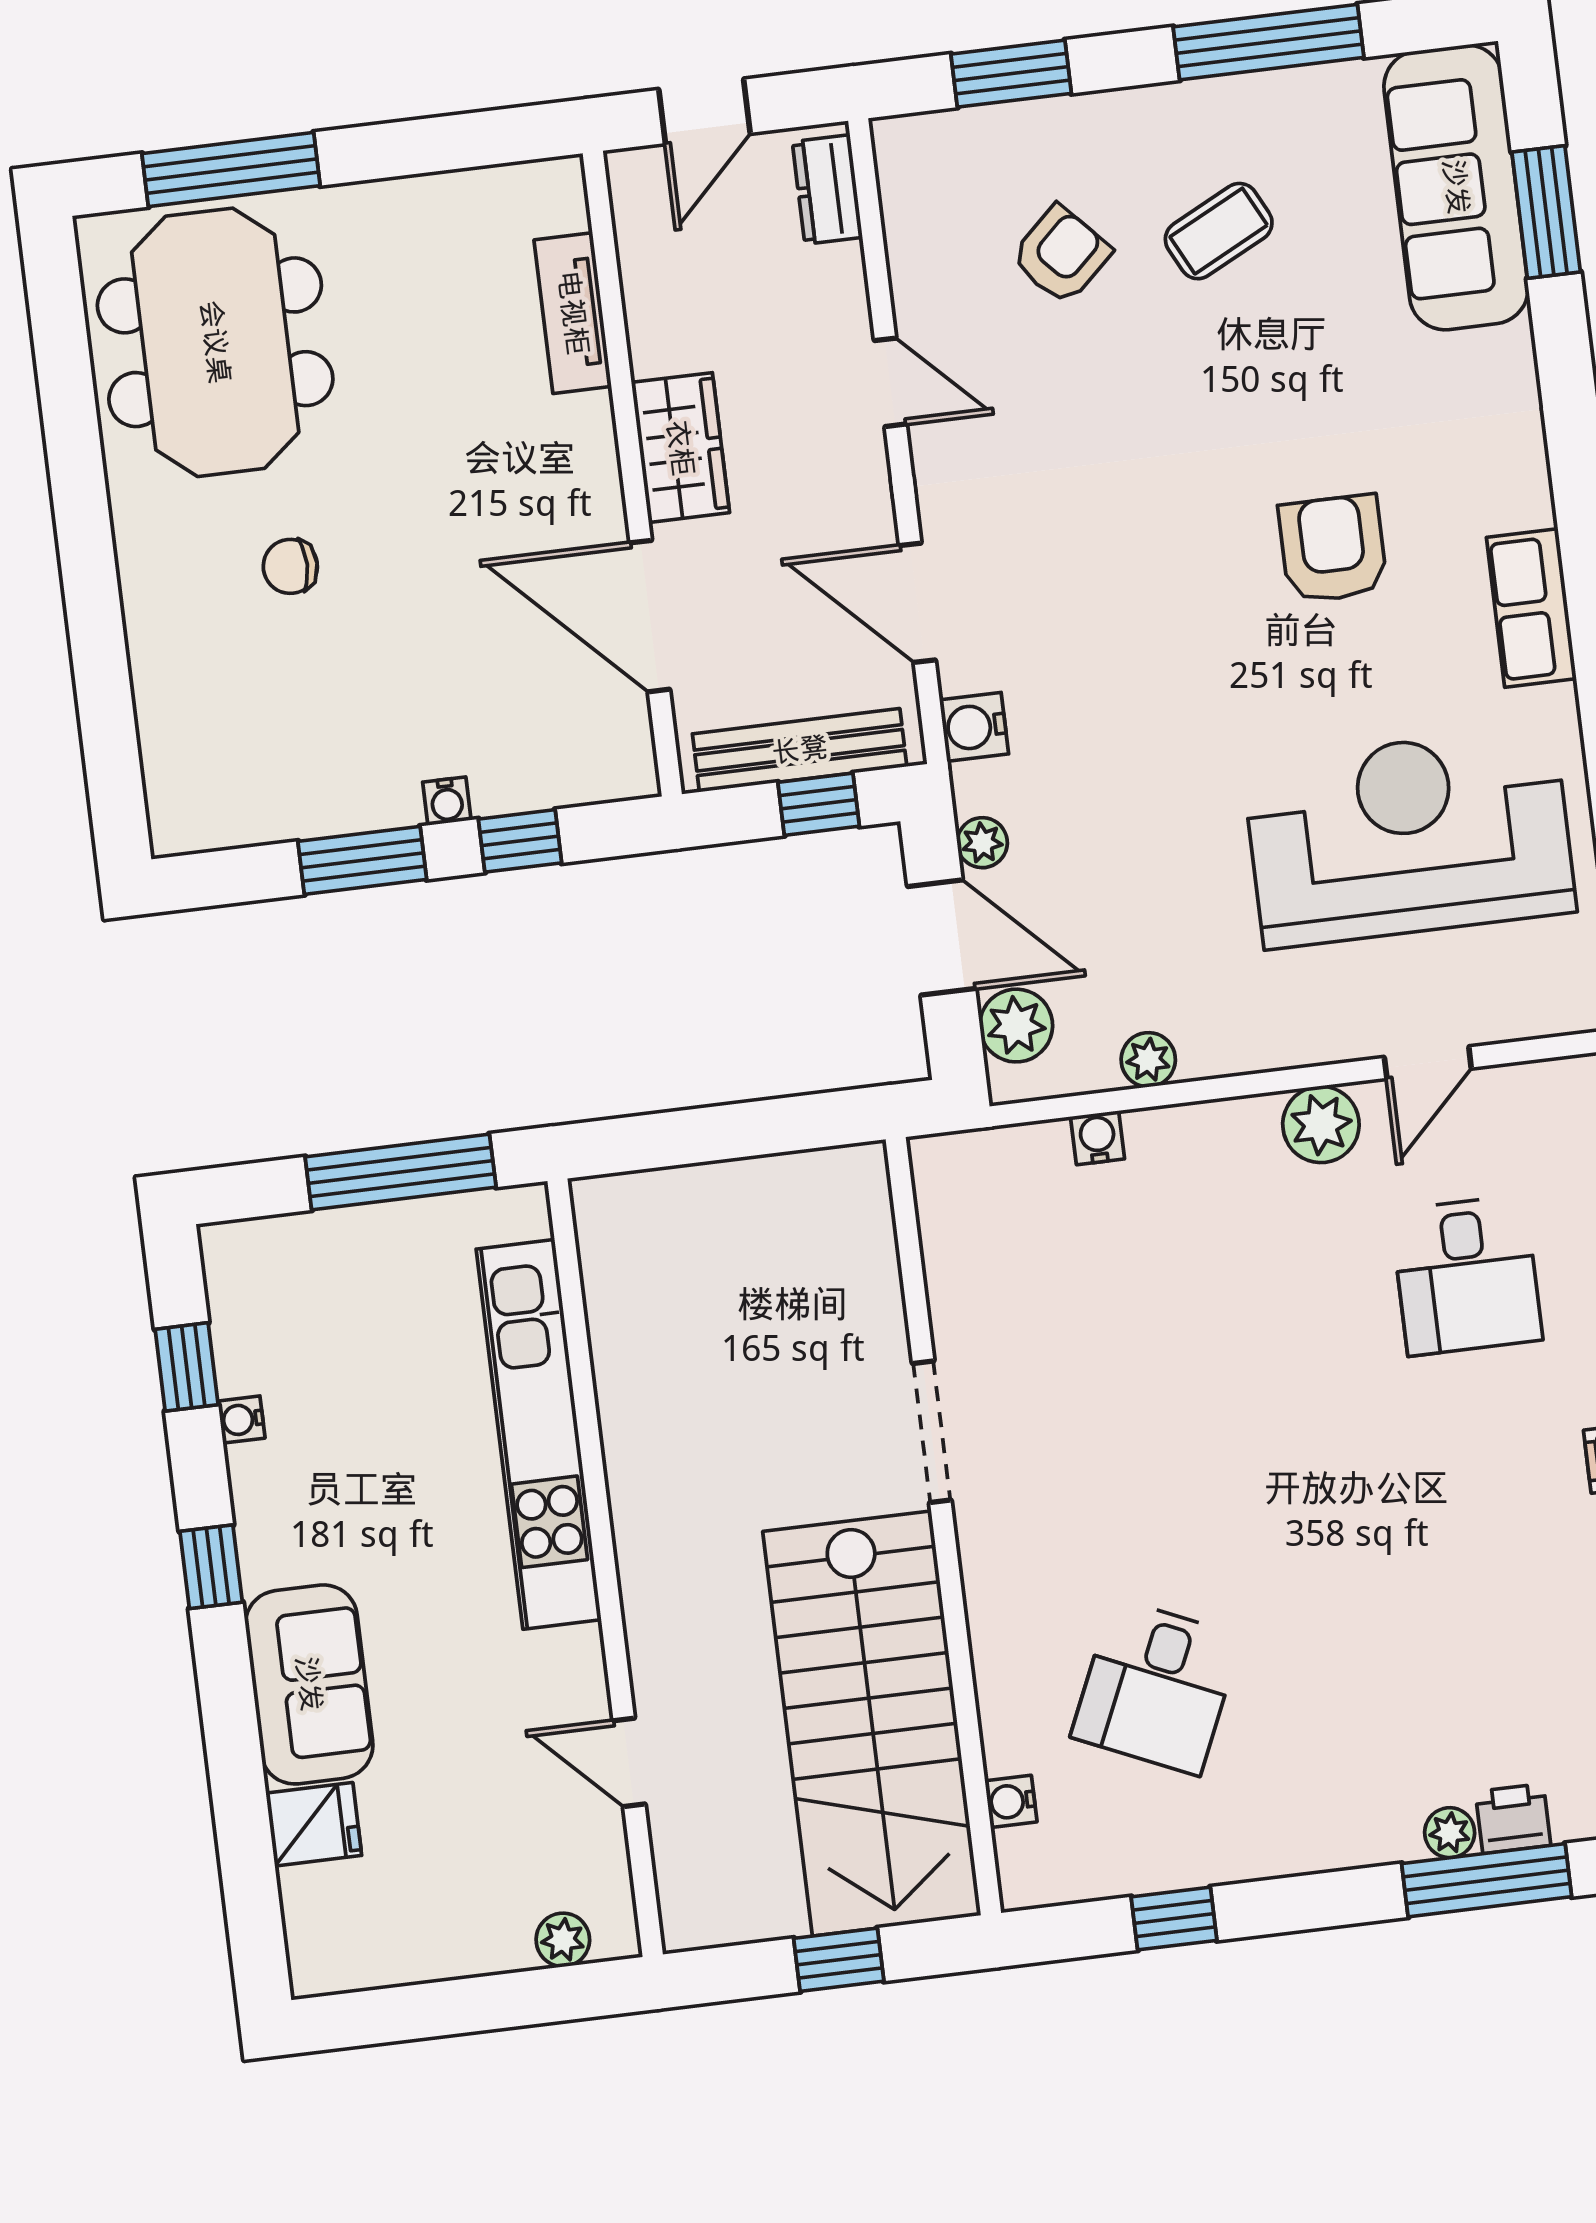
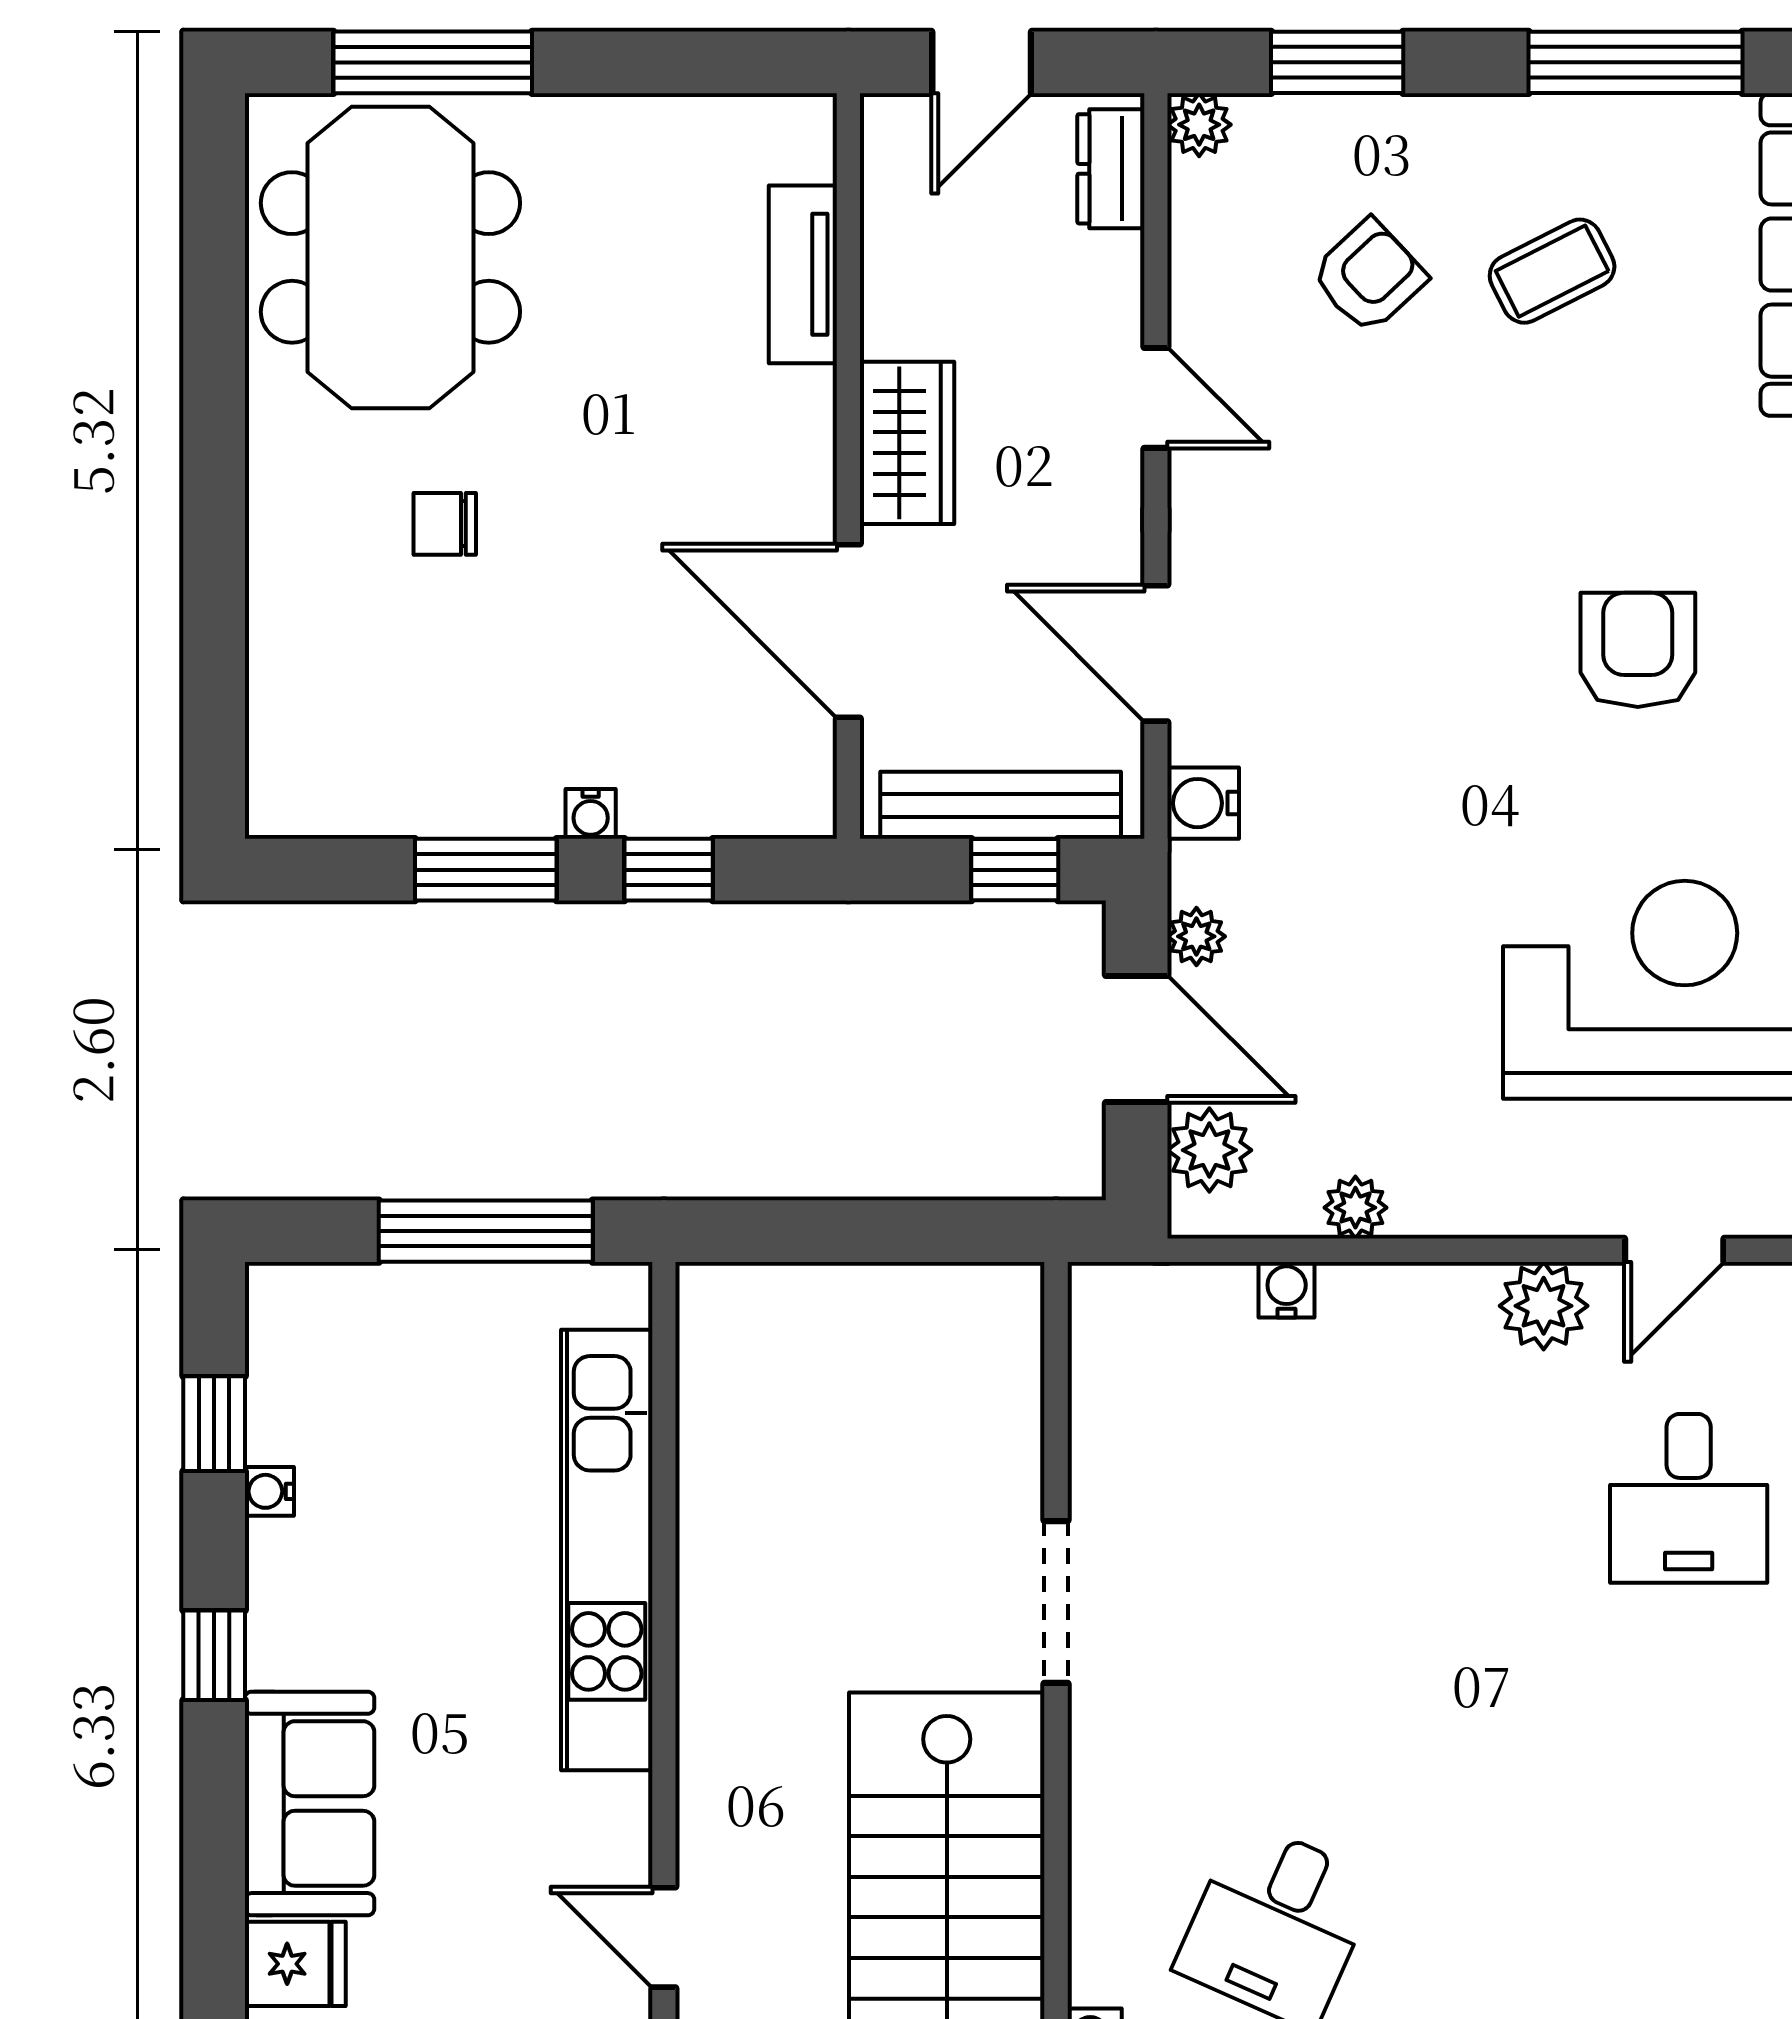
plant: (899, 142) -> (1199, 125), added

